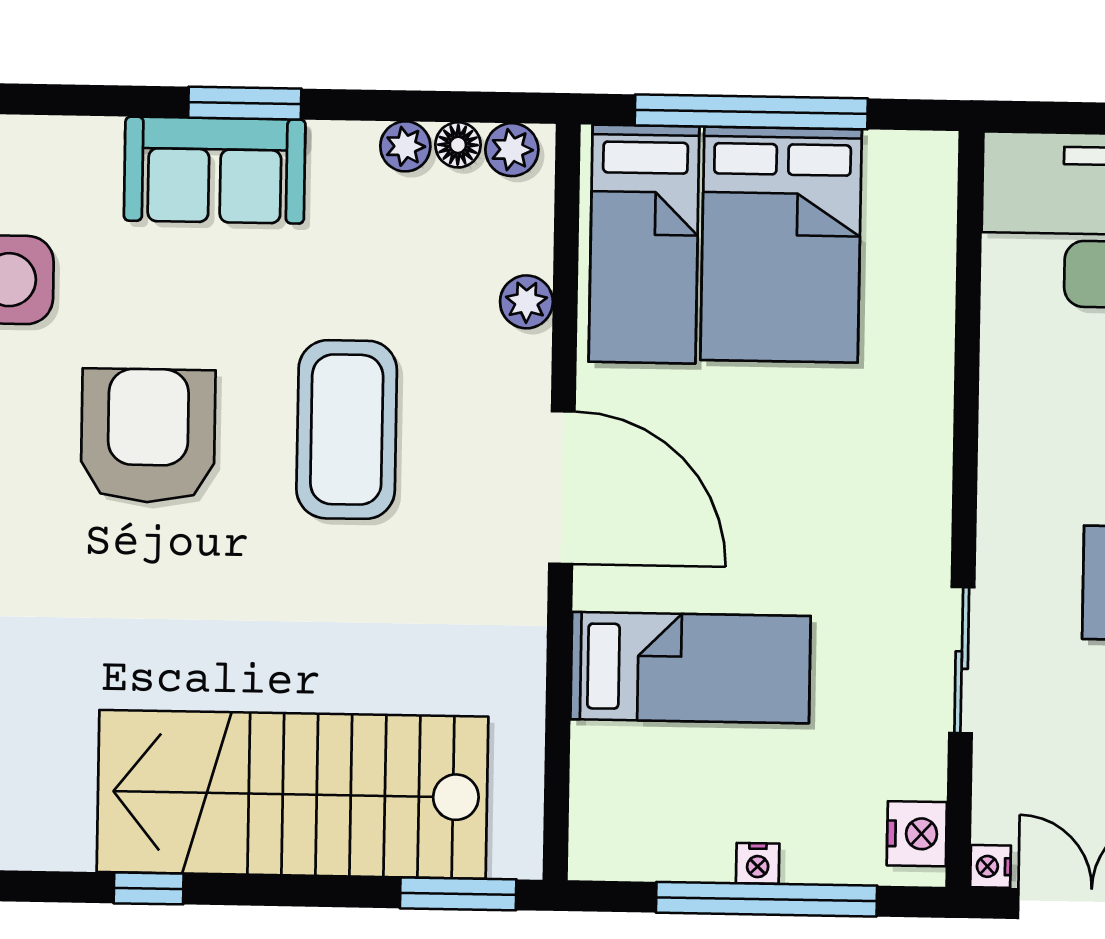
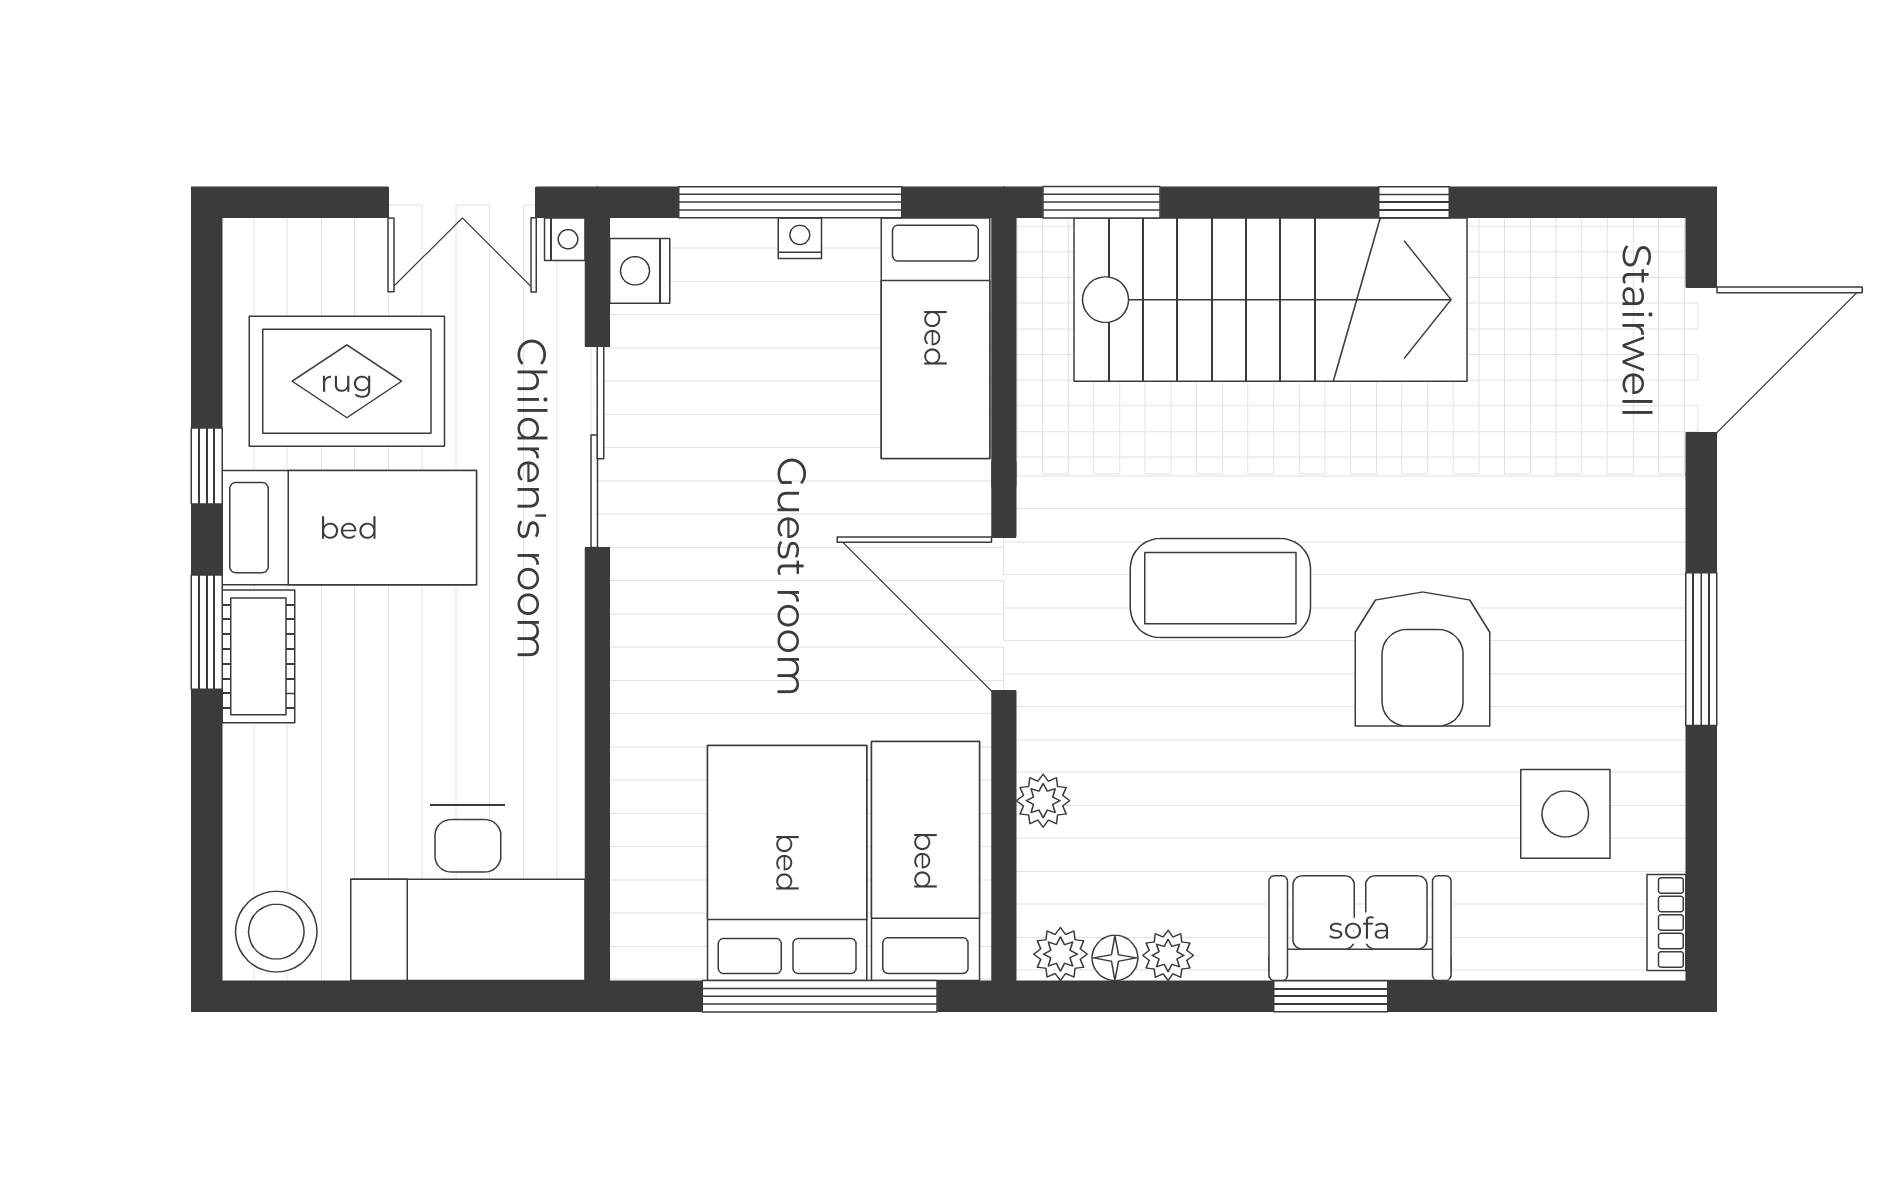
coffee table: (347, 430) -> (1220, 588), moved, turned 90
sliding door: (962, 660) -> (597, 447), width x1.37
bed: (690, 668) -> (935, 338), moved, turned -90

